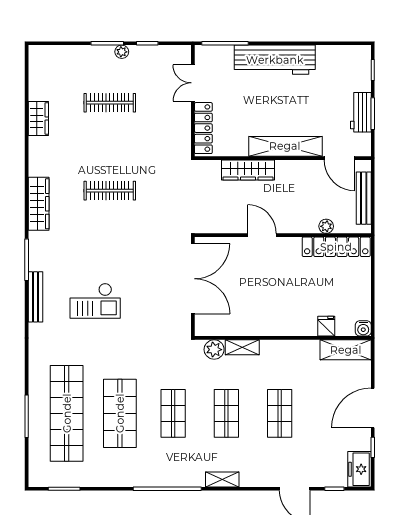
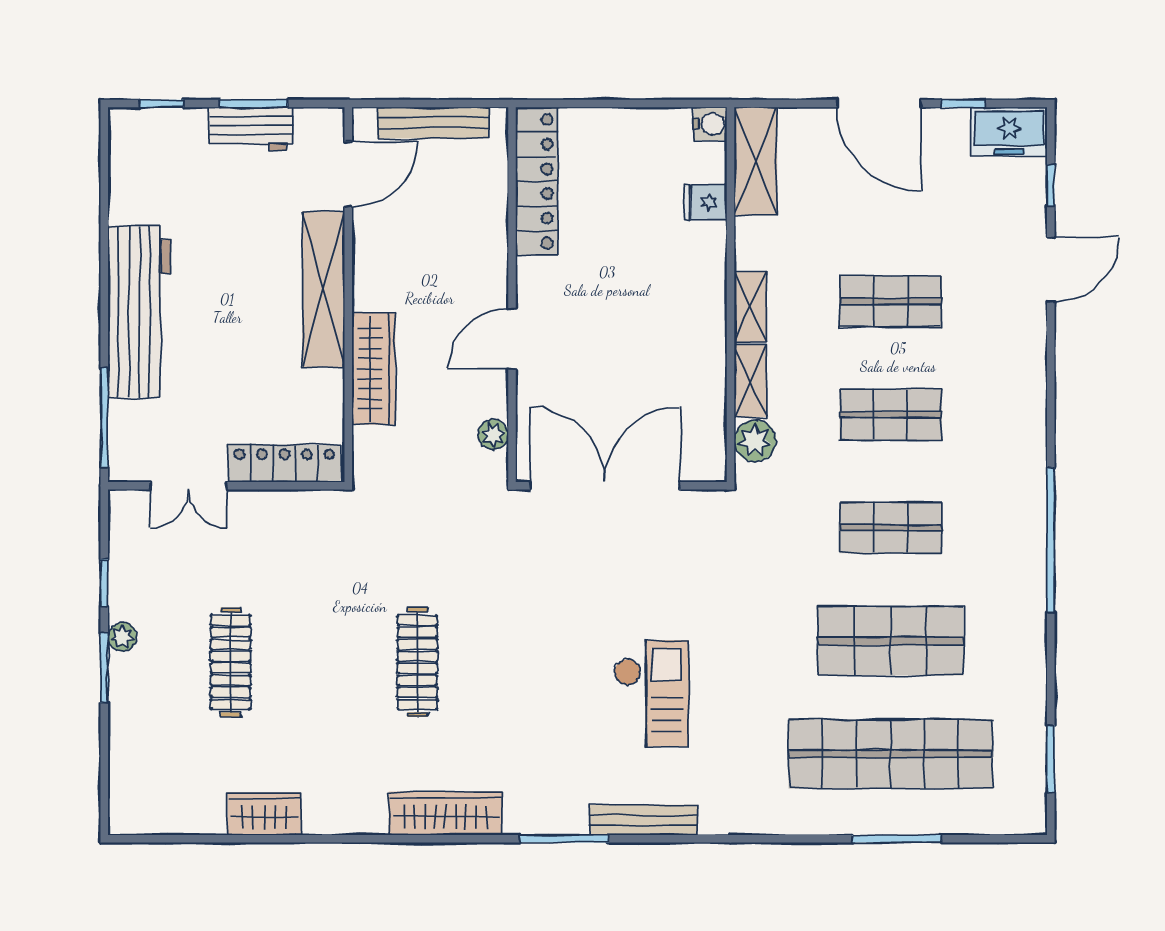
plant: (326, 226) -> (493, 434), moved
shelving: (222, 479) -> (750, 307), moved

